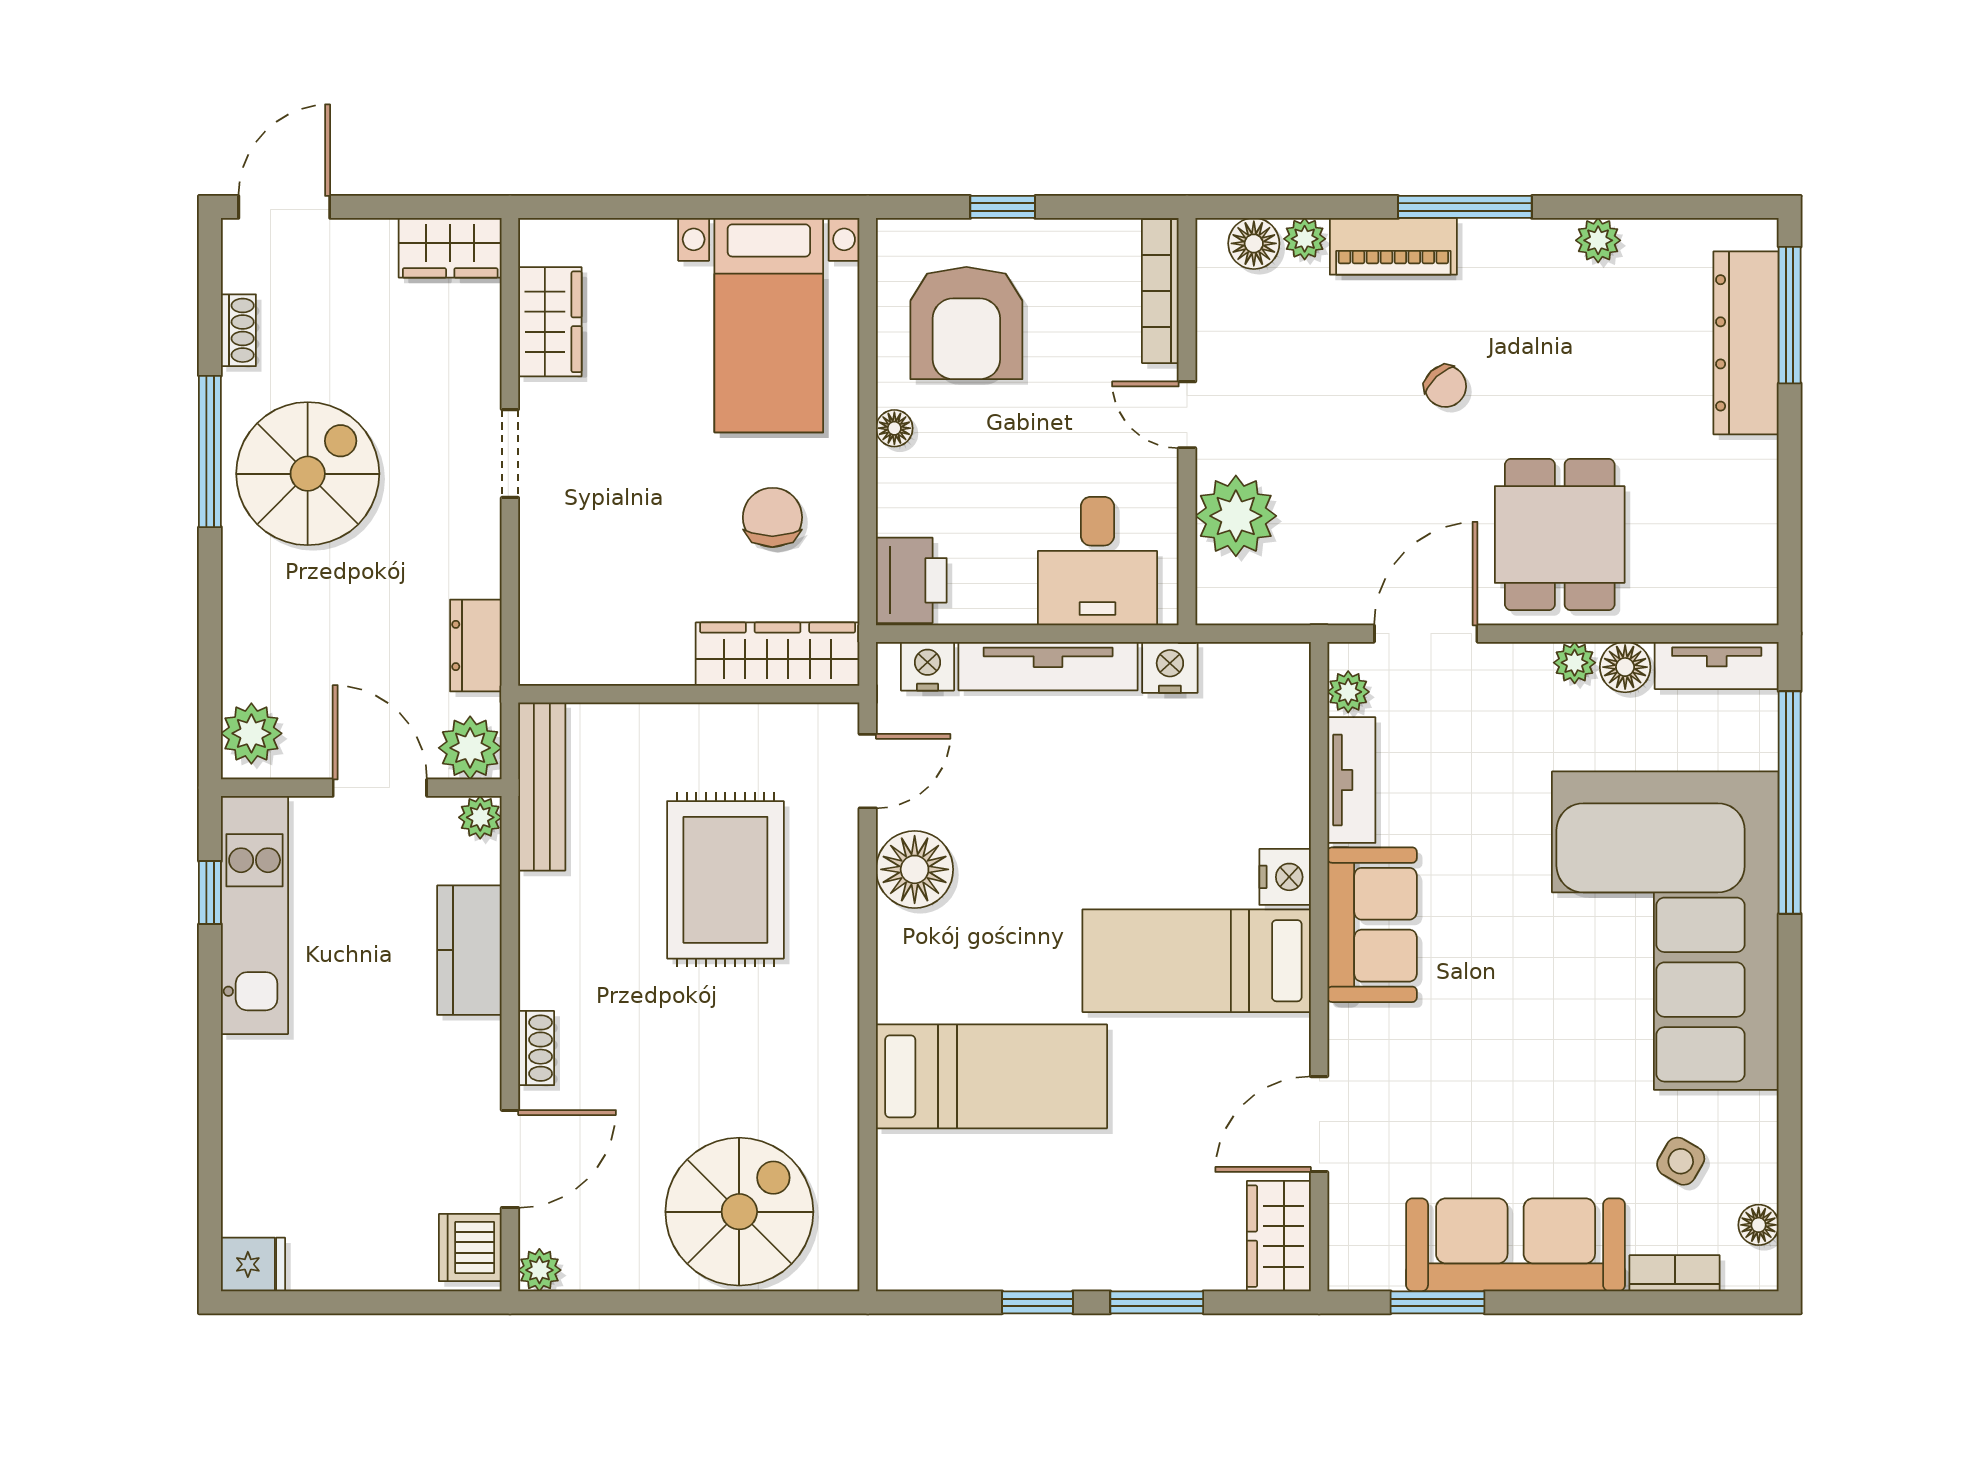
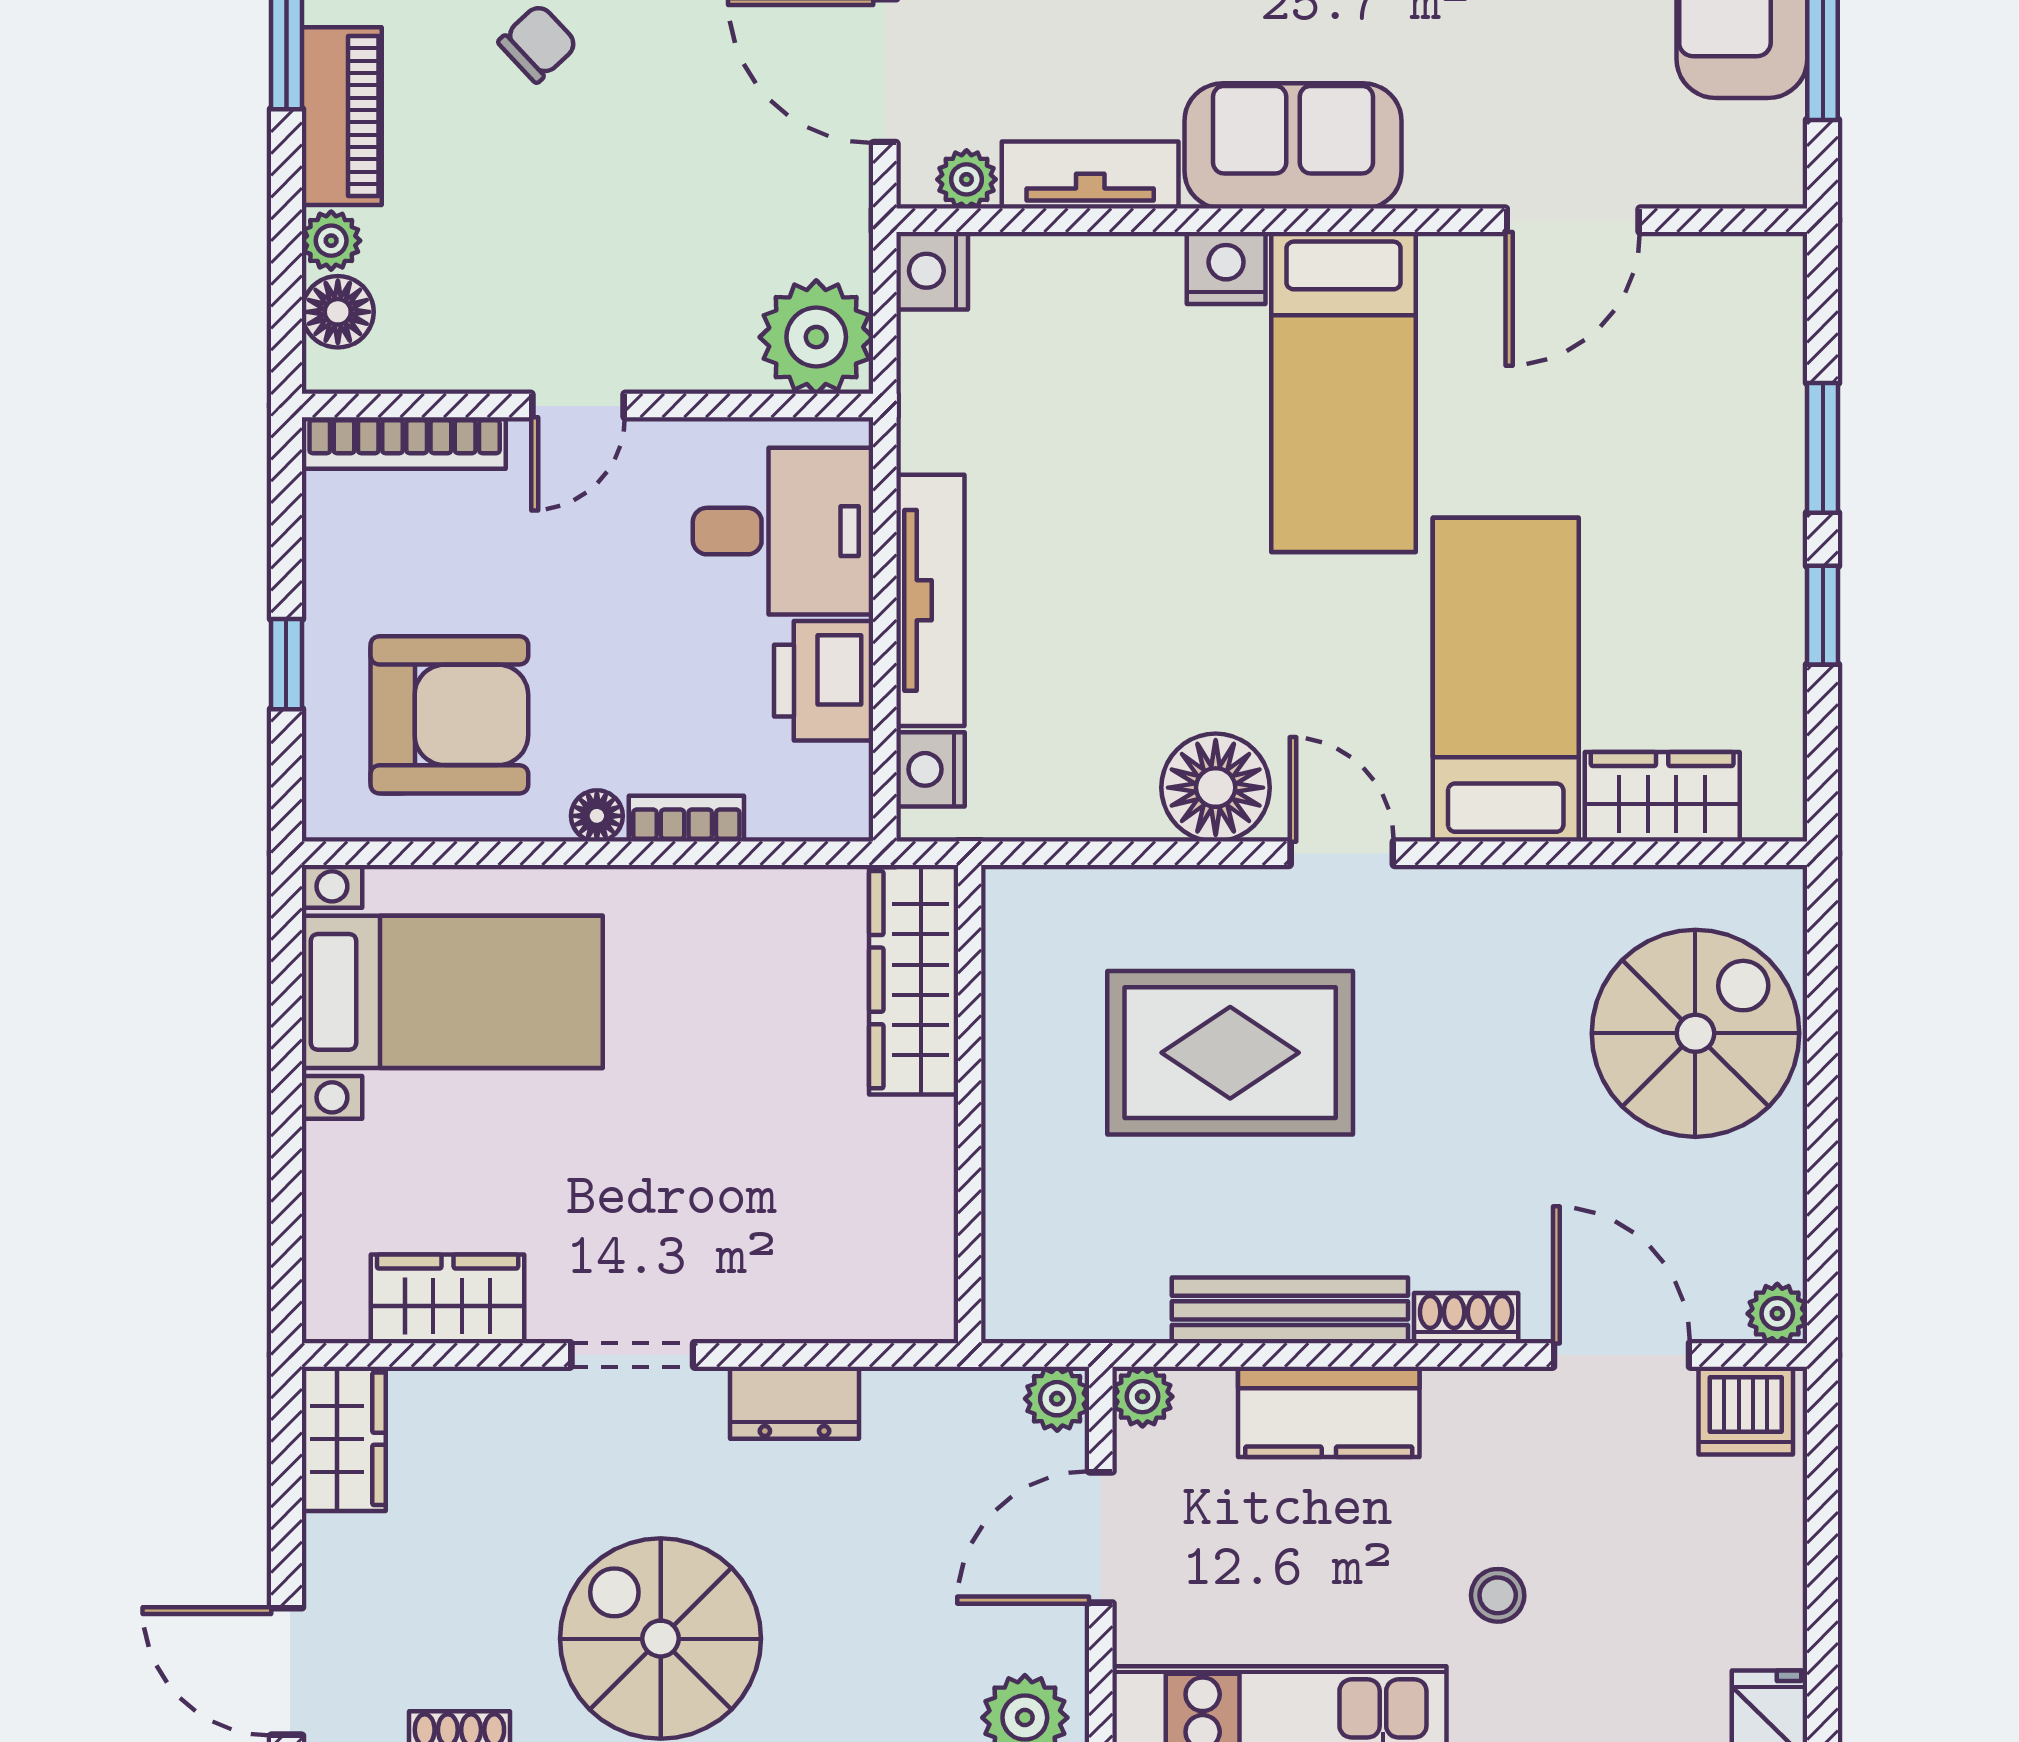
bookcase: (892, 492) -> (686, 819), added
plant: (1236, 516) -> (816, 337), moved
chair: (772, 517) -> (722, 987), removed
printer: (911, 580) -> (824, 681), moved, turned -90
dresser: (476, 645) -> (795, 1403), moved
nightstand: (1170, 667) -> (932, 271), moved
plant: (470, 748) -> (1057, 1399), width x0.73, depth x0.73
door: (868, 771) -> (1342, 853), moved
bench: (542, 786) -> (1290, 1310), moved
stool: (339, 1071) -> (1498, 1595), added
door: (1319, 1124) -> (1573, 220), hinge flipped
spiral stairs: (739, 1212) -> (1695, 1033), turned 90
wardrobe: (1279, 1236) -> (1662, 797), moved, turned 180

